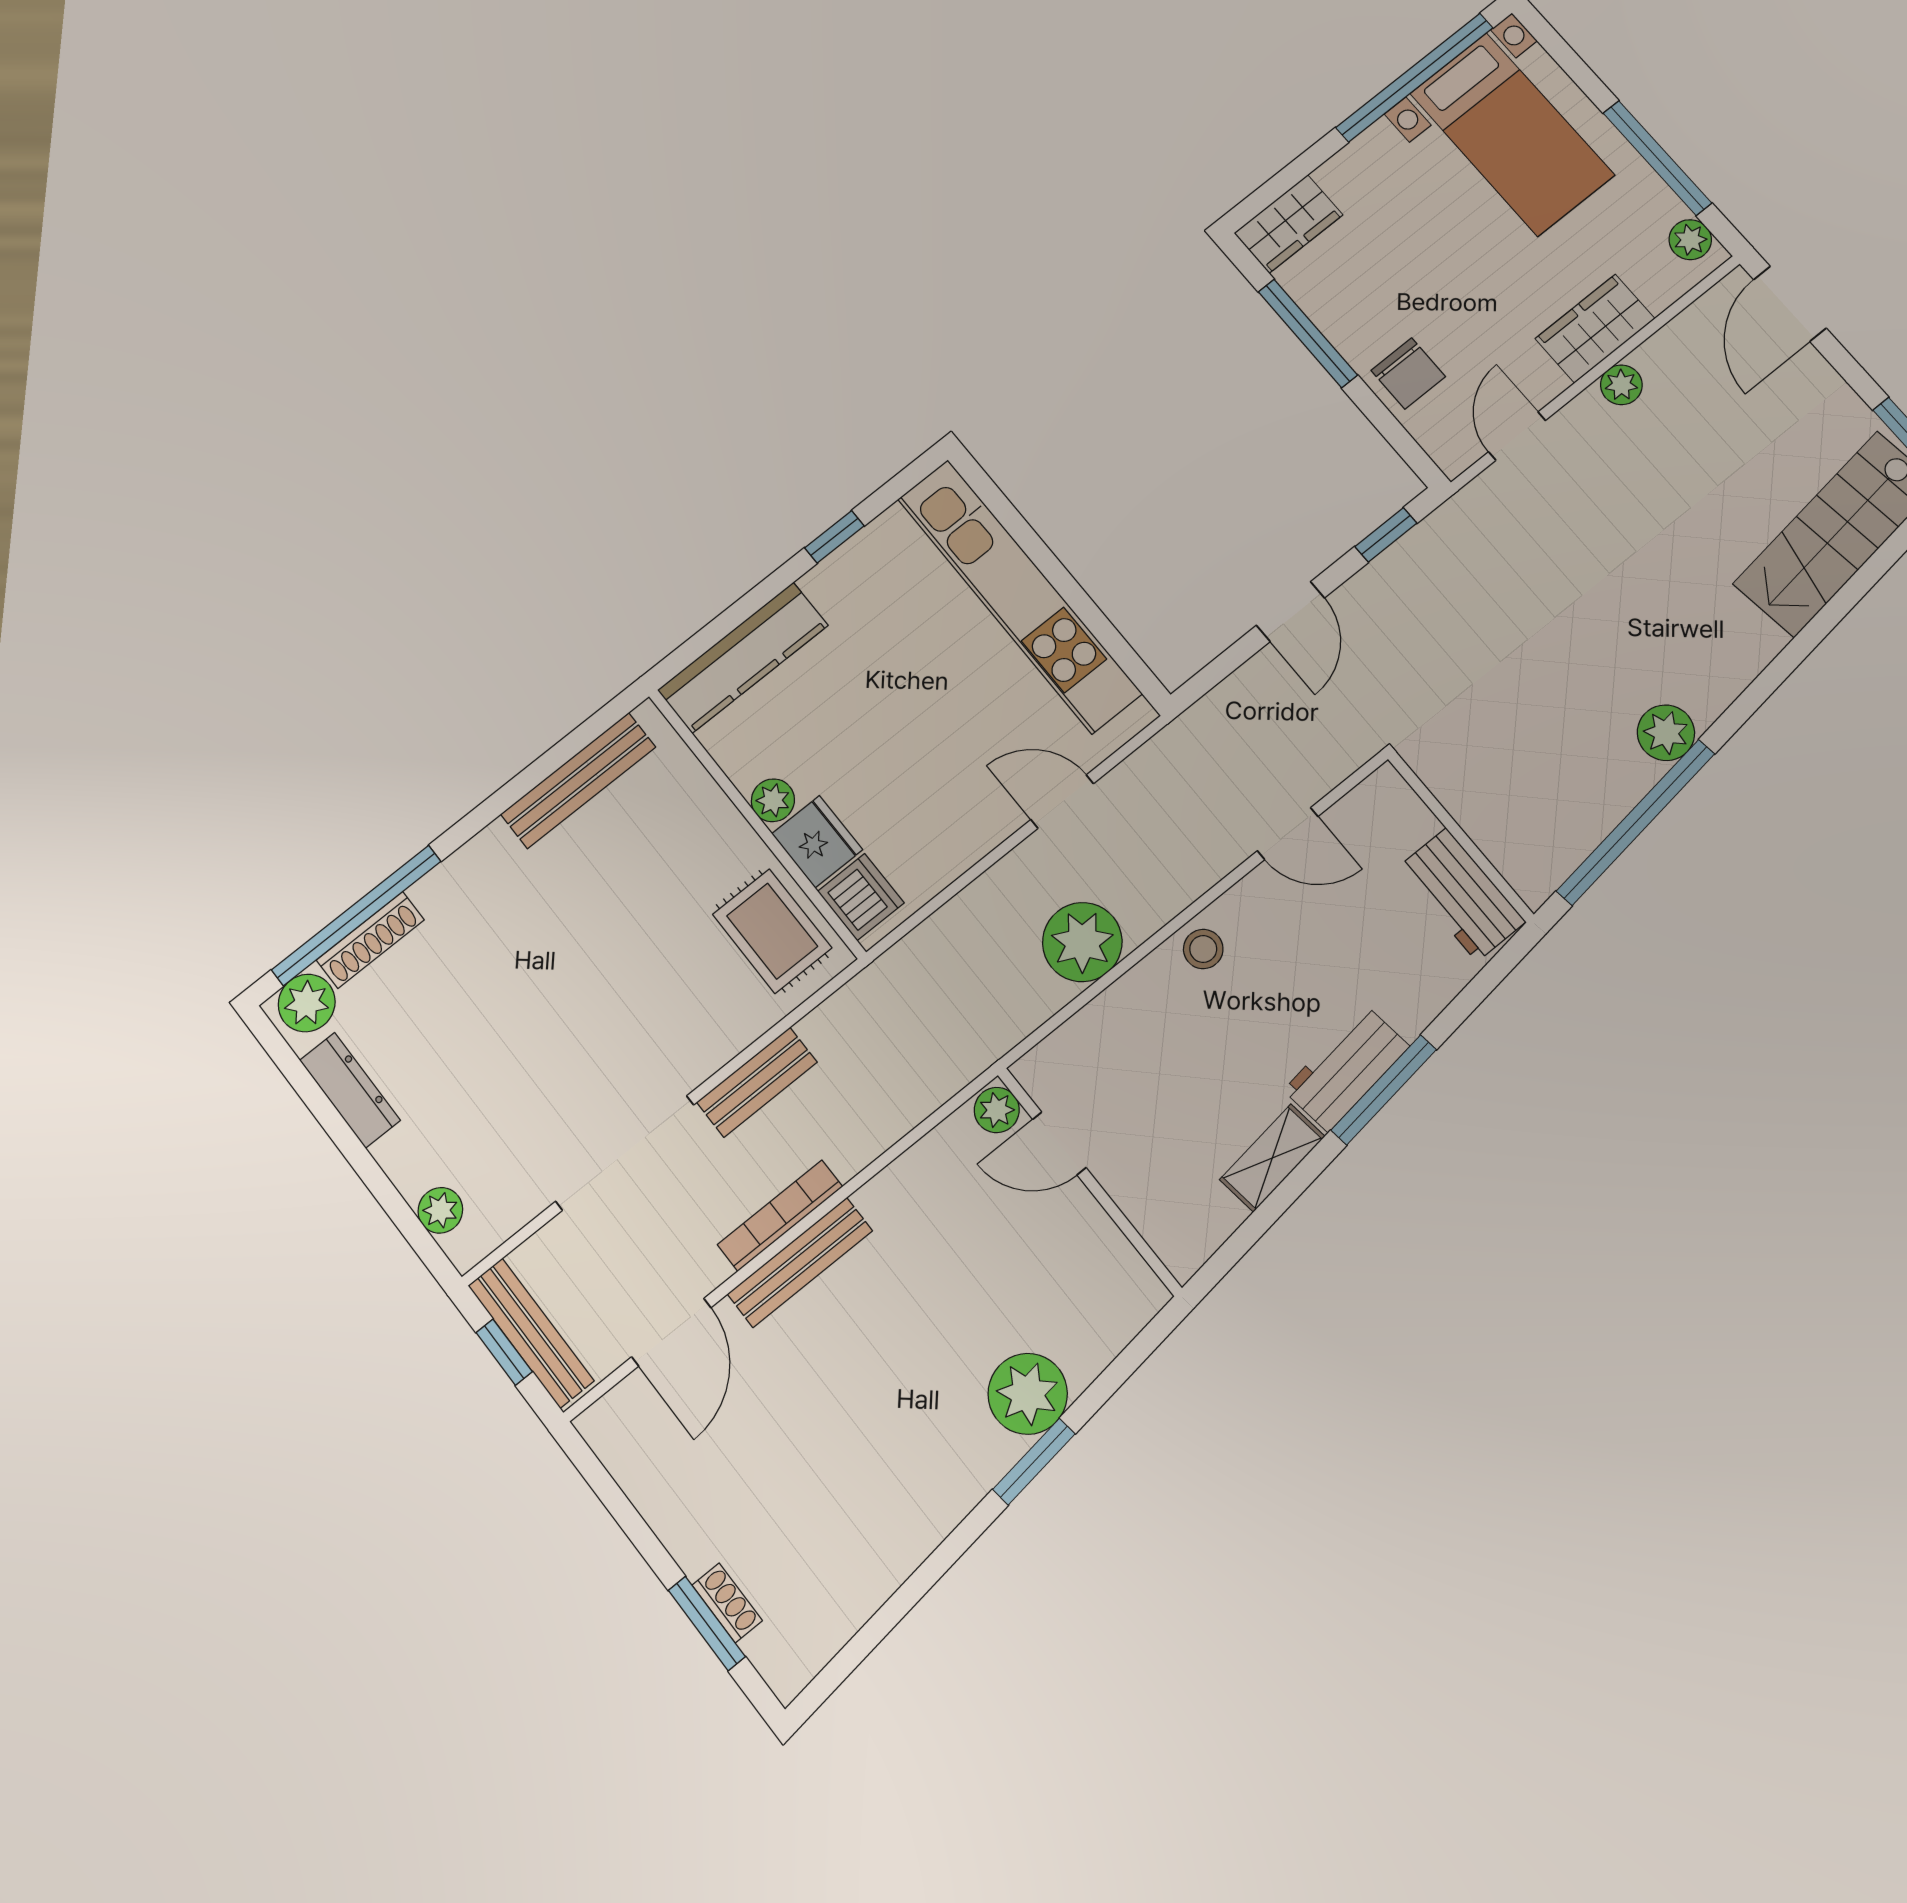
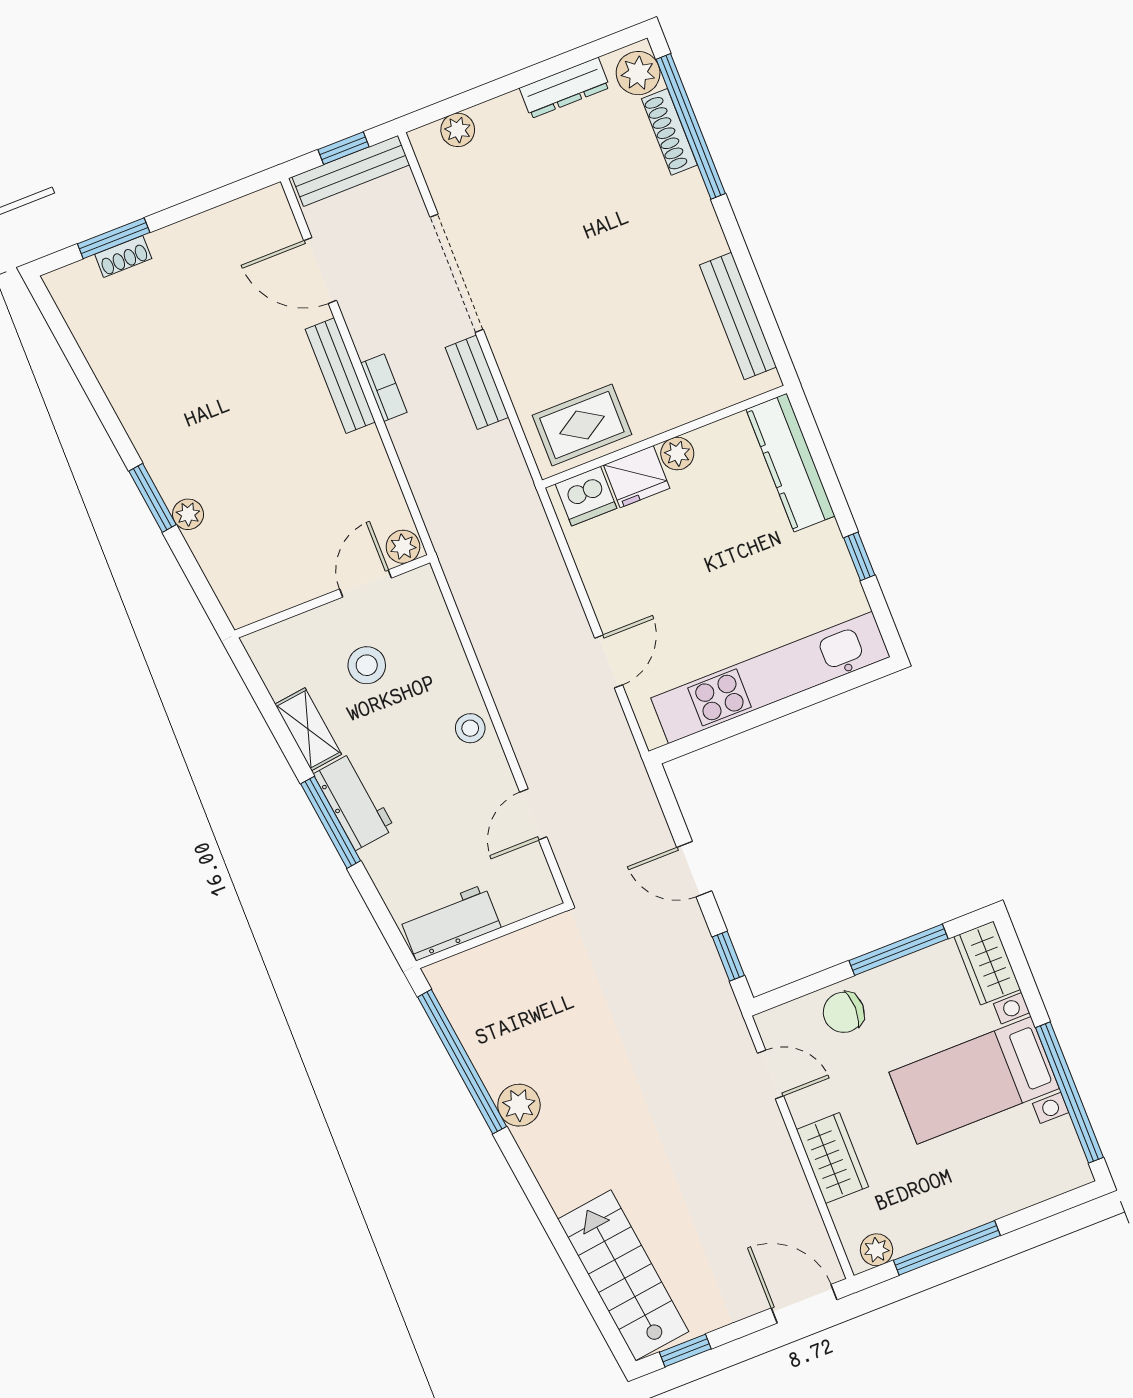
bed with nightstands: (1512, 134) -> (974, 1080), moved
plant: (1621, 385) -> (784, 1162), removed
plant: (1082, 942) -> (503, 644), removed
stool: (1165, 1108) -> (367, 665), added
bookcase: (780, 1216) -> (384, 388), width x0.64
plant: (1028, 1394) -> (188, 514), width x0.53, depth x0.53

